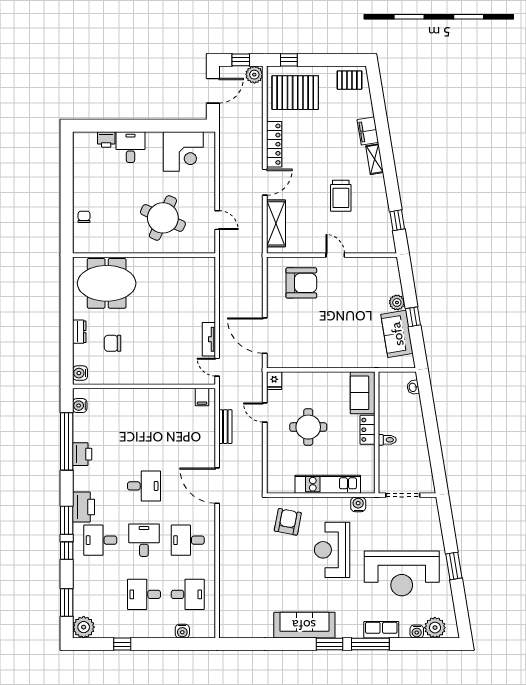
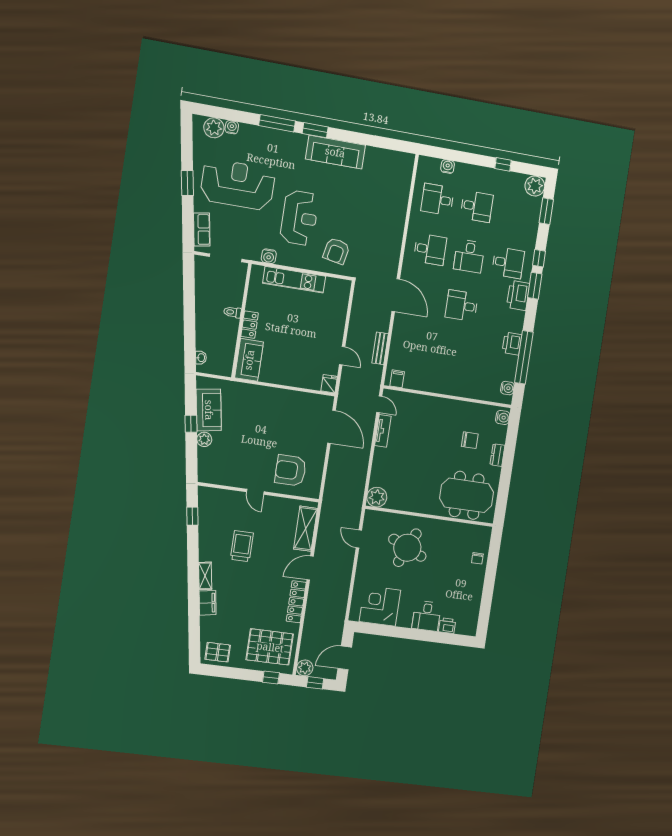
plant: (205, 268) -> (377, 497), added
round table: (308, 427) -> (304, 336), removed
row of seats: (381, 630) -> (202, 229), moved, turned -99

